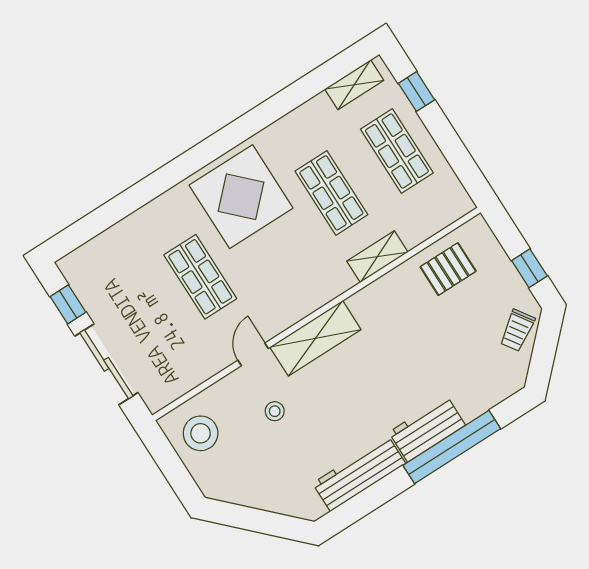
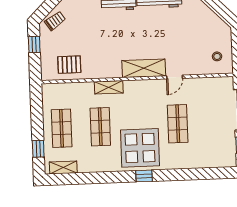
window: (206, 152) -> (144, 176), added
shelving: (377, 257) -> (109, 87), moved
stool: (275, 411) -> (180, 47), removed
stool: (201, 433) -> (217, 56), width x0.53, depth x0.53

